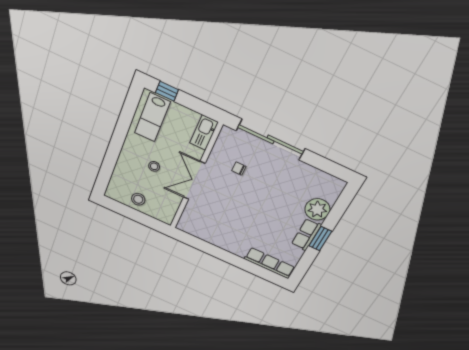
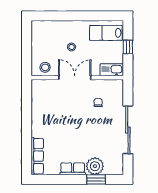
window: (167, 91) -> (128, 47), moved
sliding door: (271, 140) -> (128, 130), moved
stool: (138, 199) -> (45, 67), moved
window: (320, 239) -> (96, 179), moved

